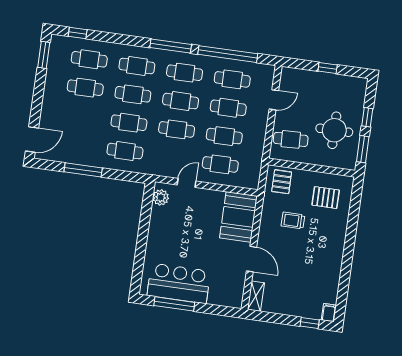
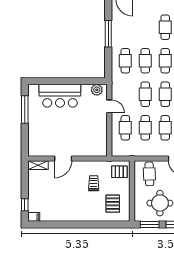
booth: (238, 217) -> (91, 145), removed
bar counter: (179, 283) -> (60, 96), moved, turned 90

